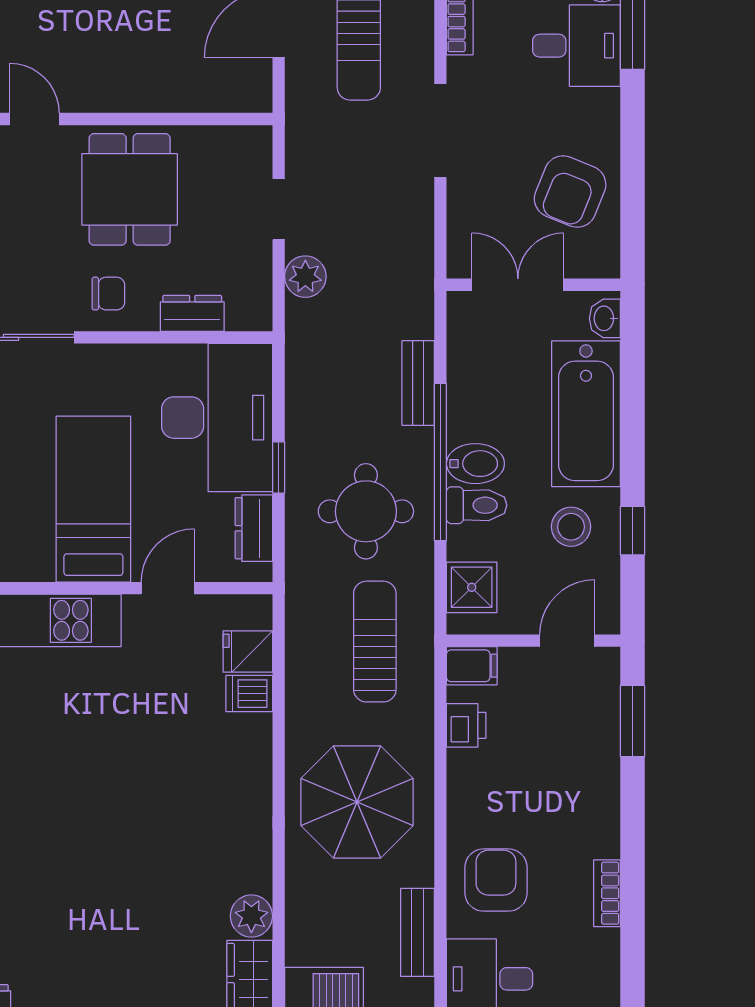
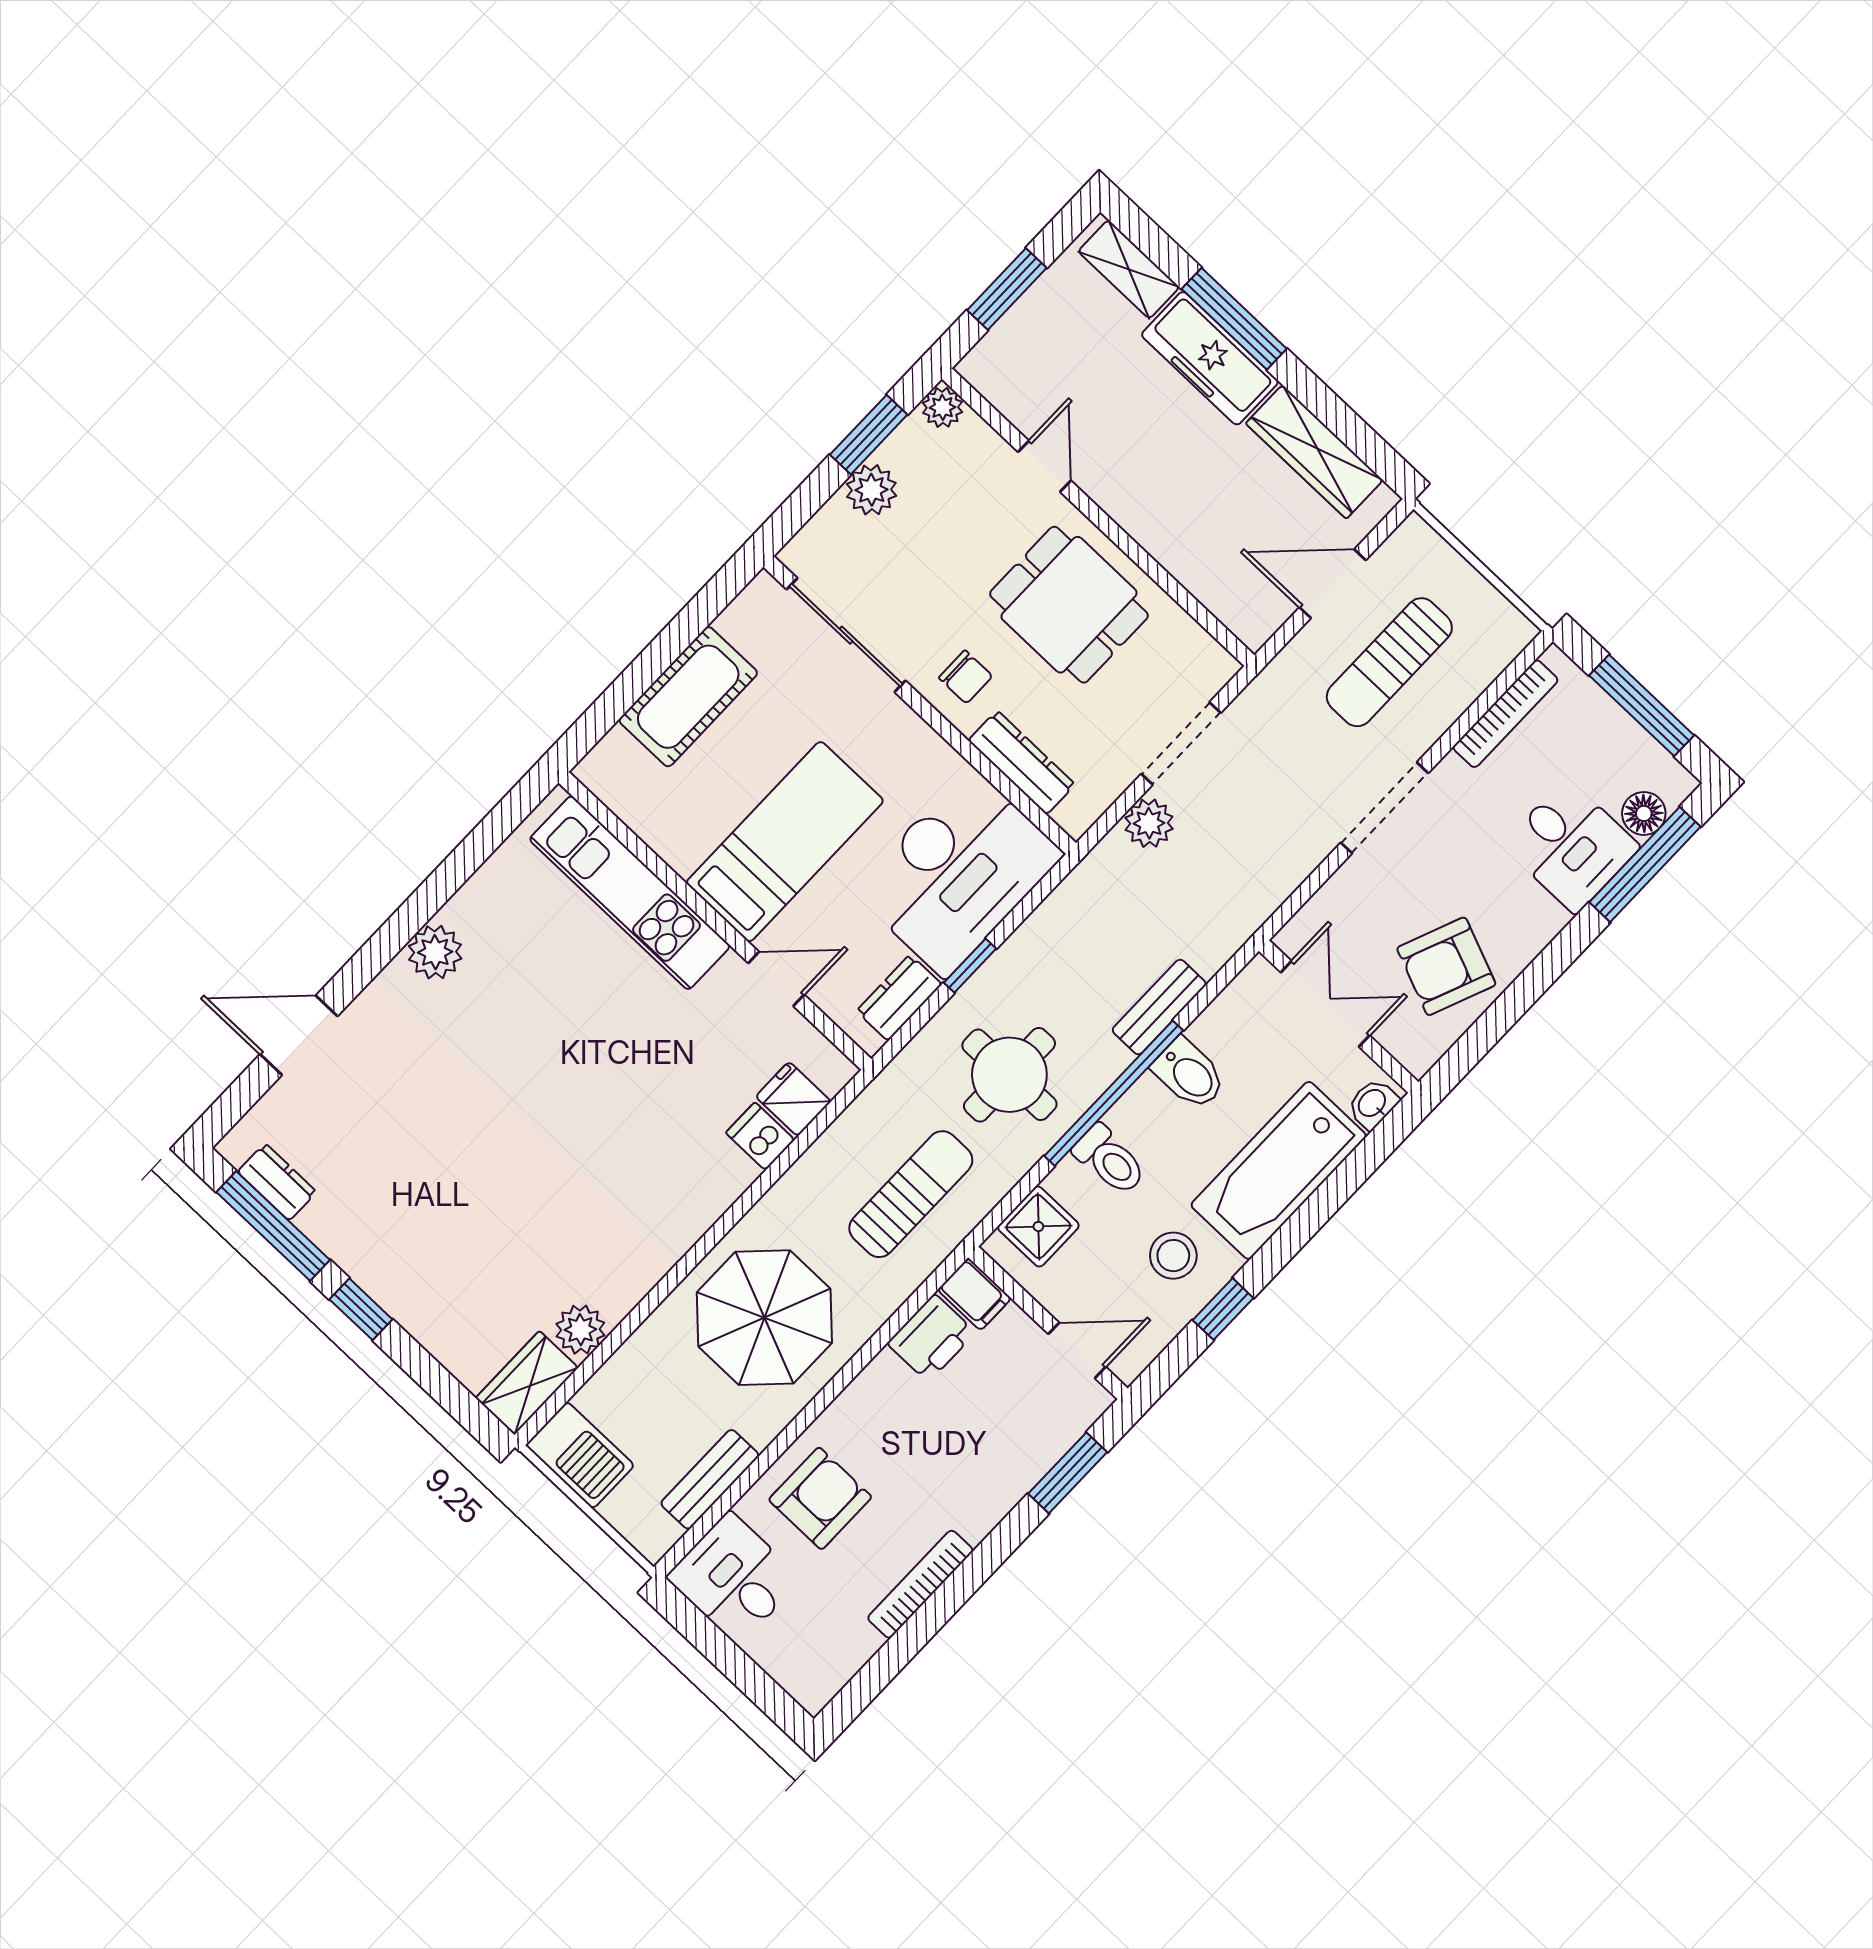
dining table: (130, 189) -> (1069, 605), turned 90
doorway: (279, 209) -> (1181, 743), width x1.38
dresser: (192, 313) -> (1022, 763), width x1.44
bidet: (475, 464) -> (1189, 1074), moved
printer: (466, 725) -> (931, 1338), width x1.36, depth x1.24
bookcase: (607, 893) -> (920, 1584), width x1.56

